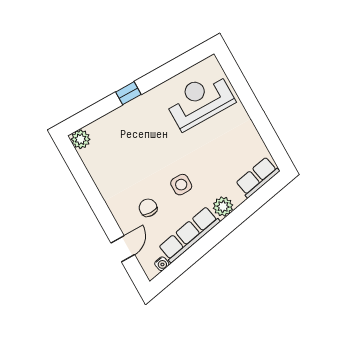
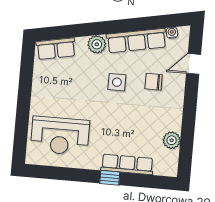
row of seats: (121, 116) -> (127, 164), added
plant: (81, 139) -> (172, 140), moved
chair: (148, 208) -> (154, 82), turned 88

